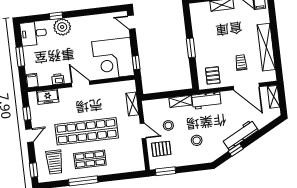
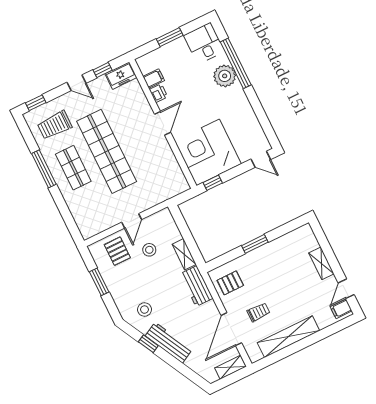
window: (56, 16) -> (236, 63), width x3.17
door: (131, 22) -> (261, 159), swing flipped
filing cabinet: (32, 80) -> (154, 79), moved
freezer: (48, 97) -> (121, 76), moved, turned -90
shelving: (132, 104) -> (160, 196), removed
stool: (197, 140) -> (145, 310), moved
window: (165, 171) -> (99, 282), moved

